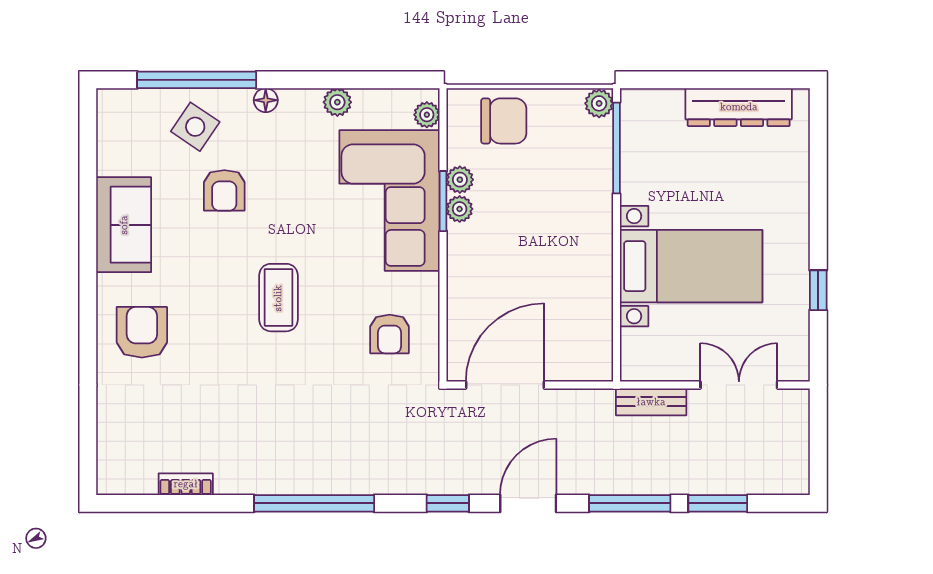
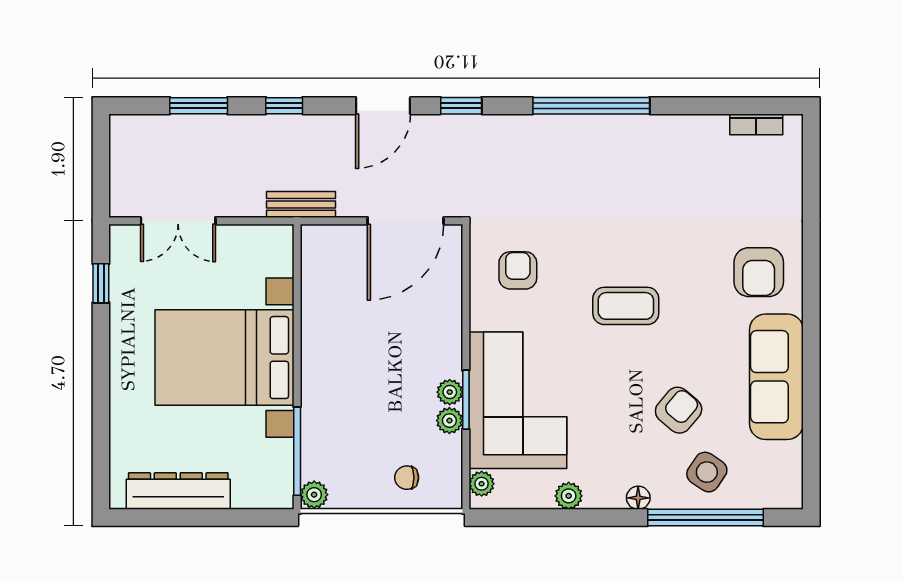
chair: (504, 121) -> (407, 478), width x0.54, depth x0.54
armchair: (224, 190) -> (679, 410), turned 40
sofa: (124, 225) -> (776, 377), width x1.36
bed with nightstands: (691, 266) -> (224, 358), width x1.36
window: (818, 290) -> (101, 283), moved
coffee table: (278, 298) -> (626, 306), turned 90
bench: (651, 402) -> (301, 204), moved
bookcase: (186, 484) -> (756, 124), moved
window: (630, 503) -> (284, 106), width x0.46

